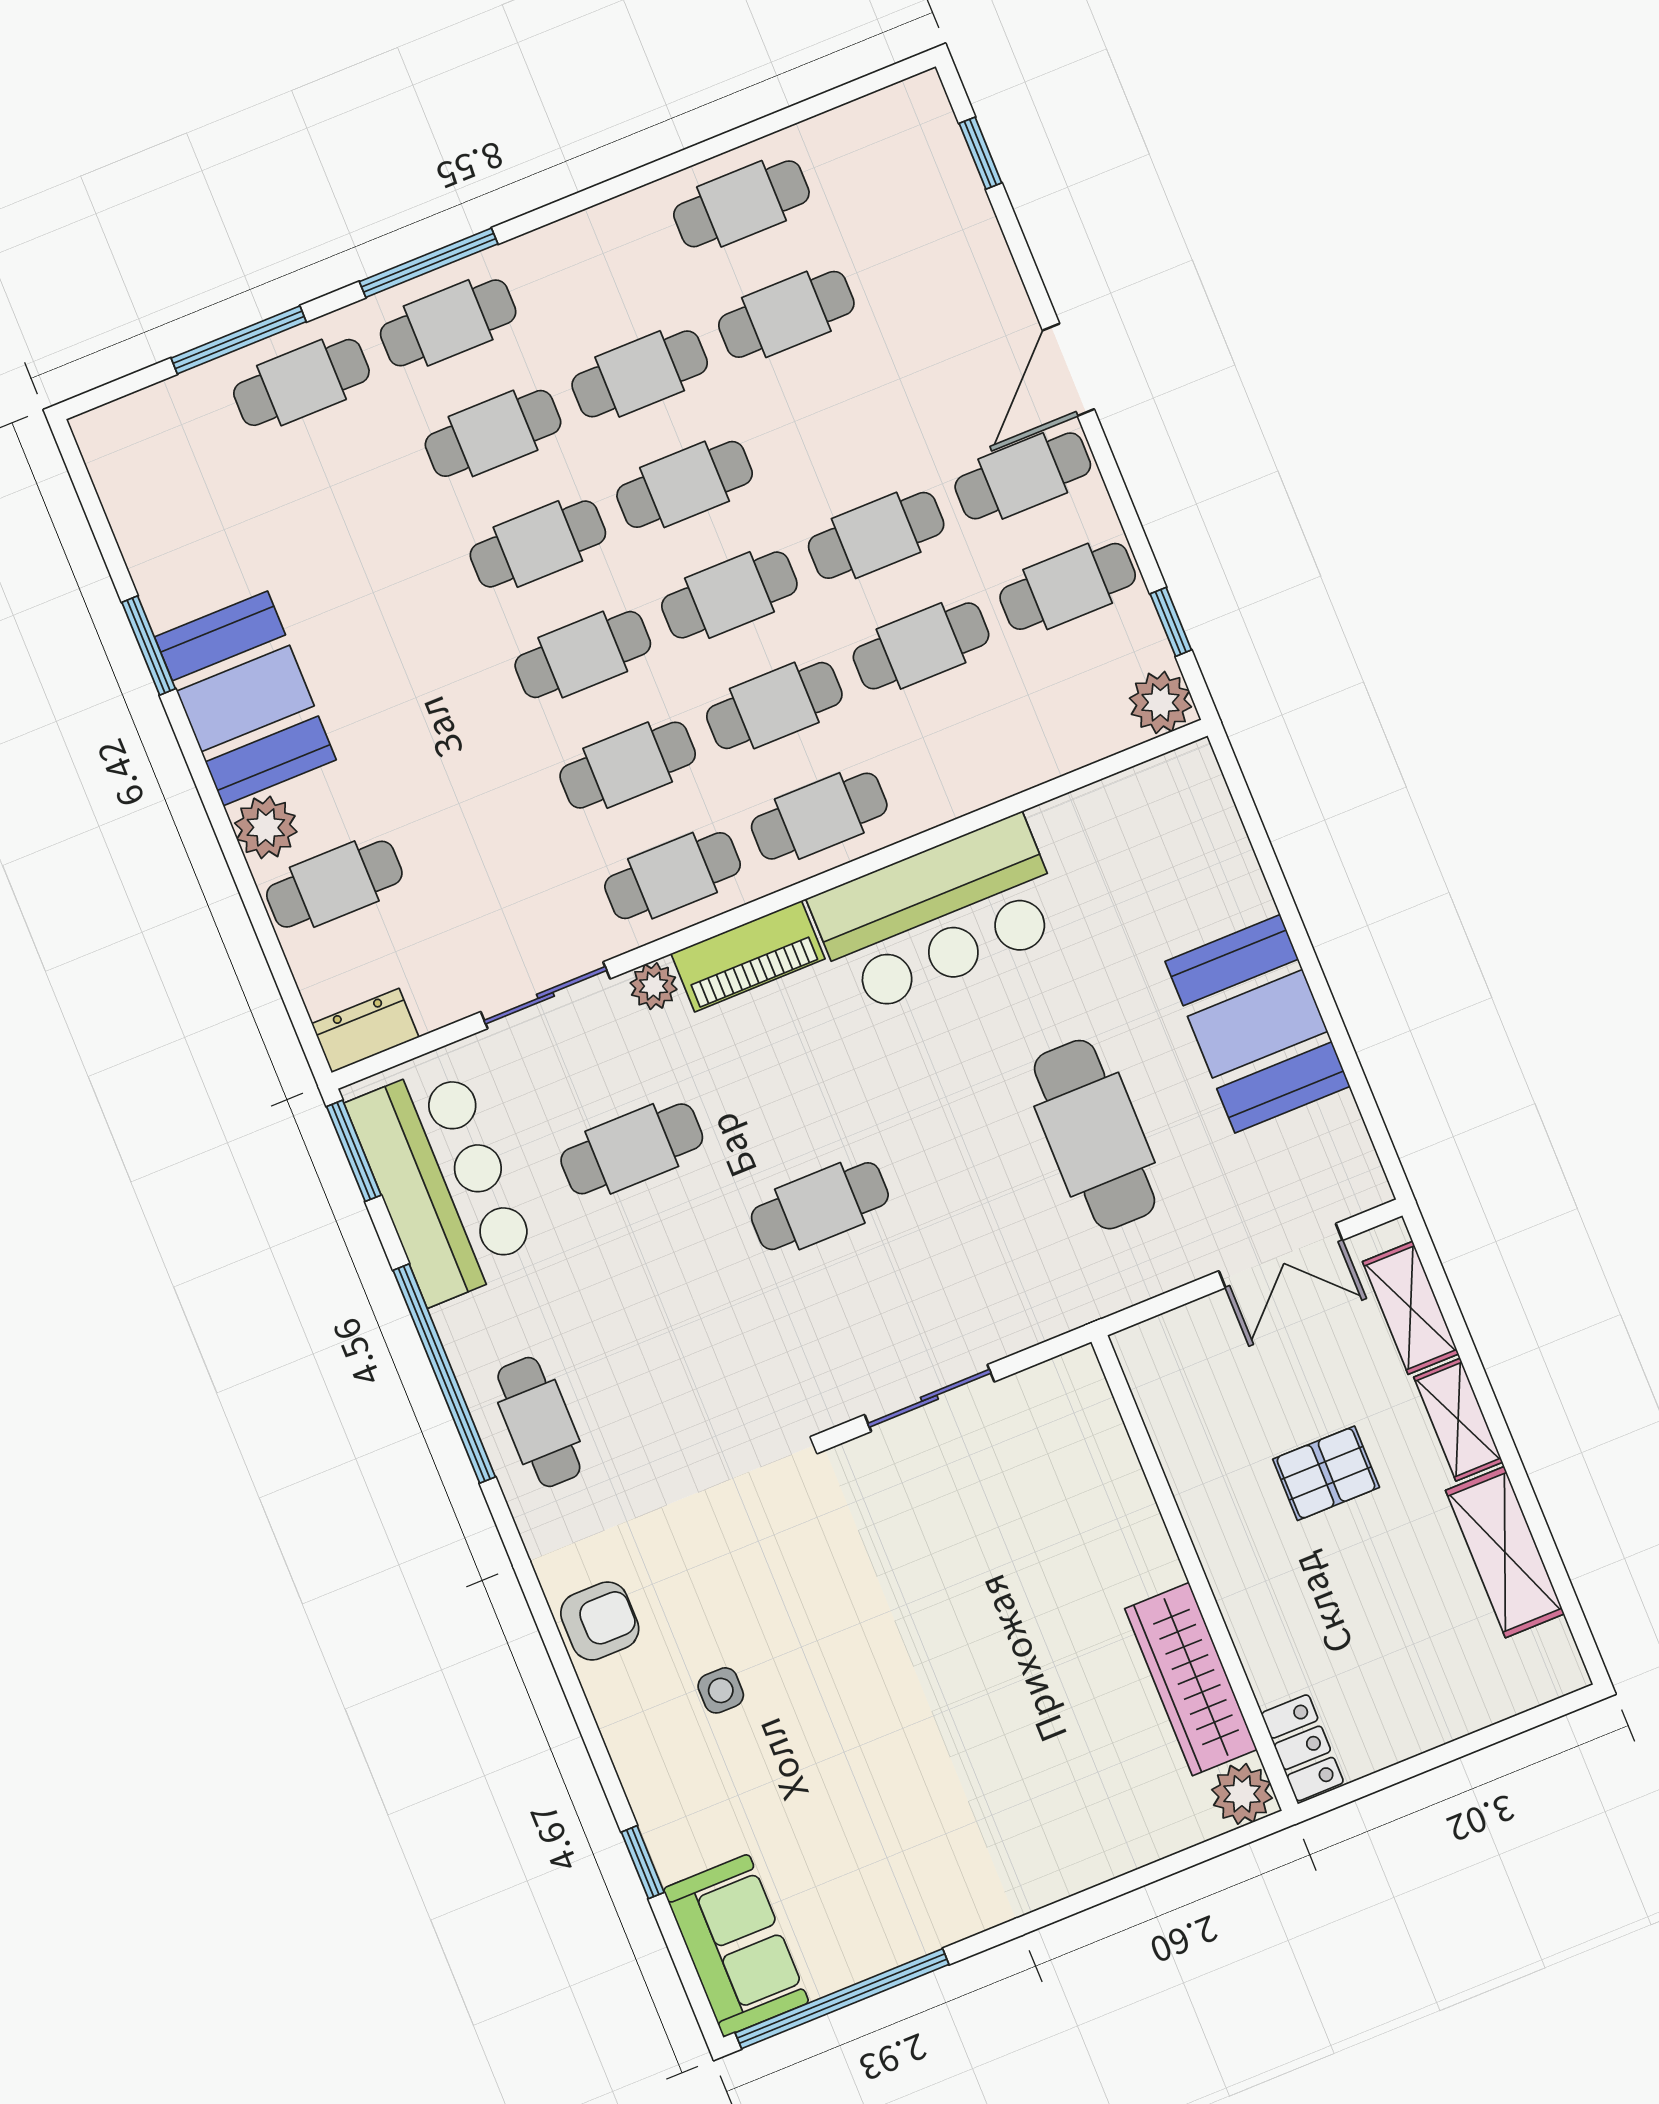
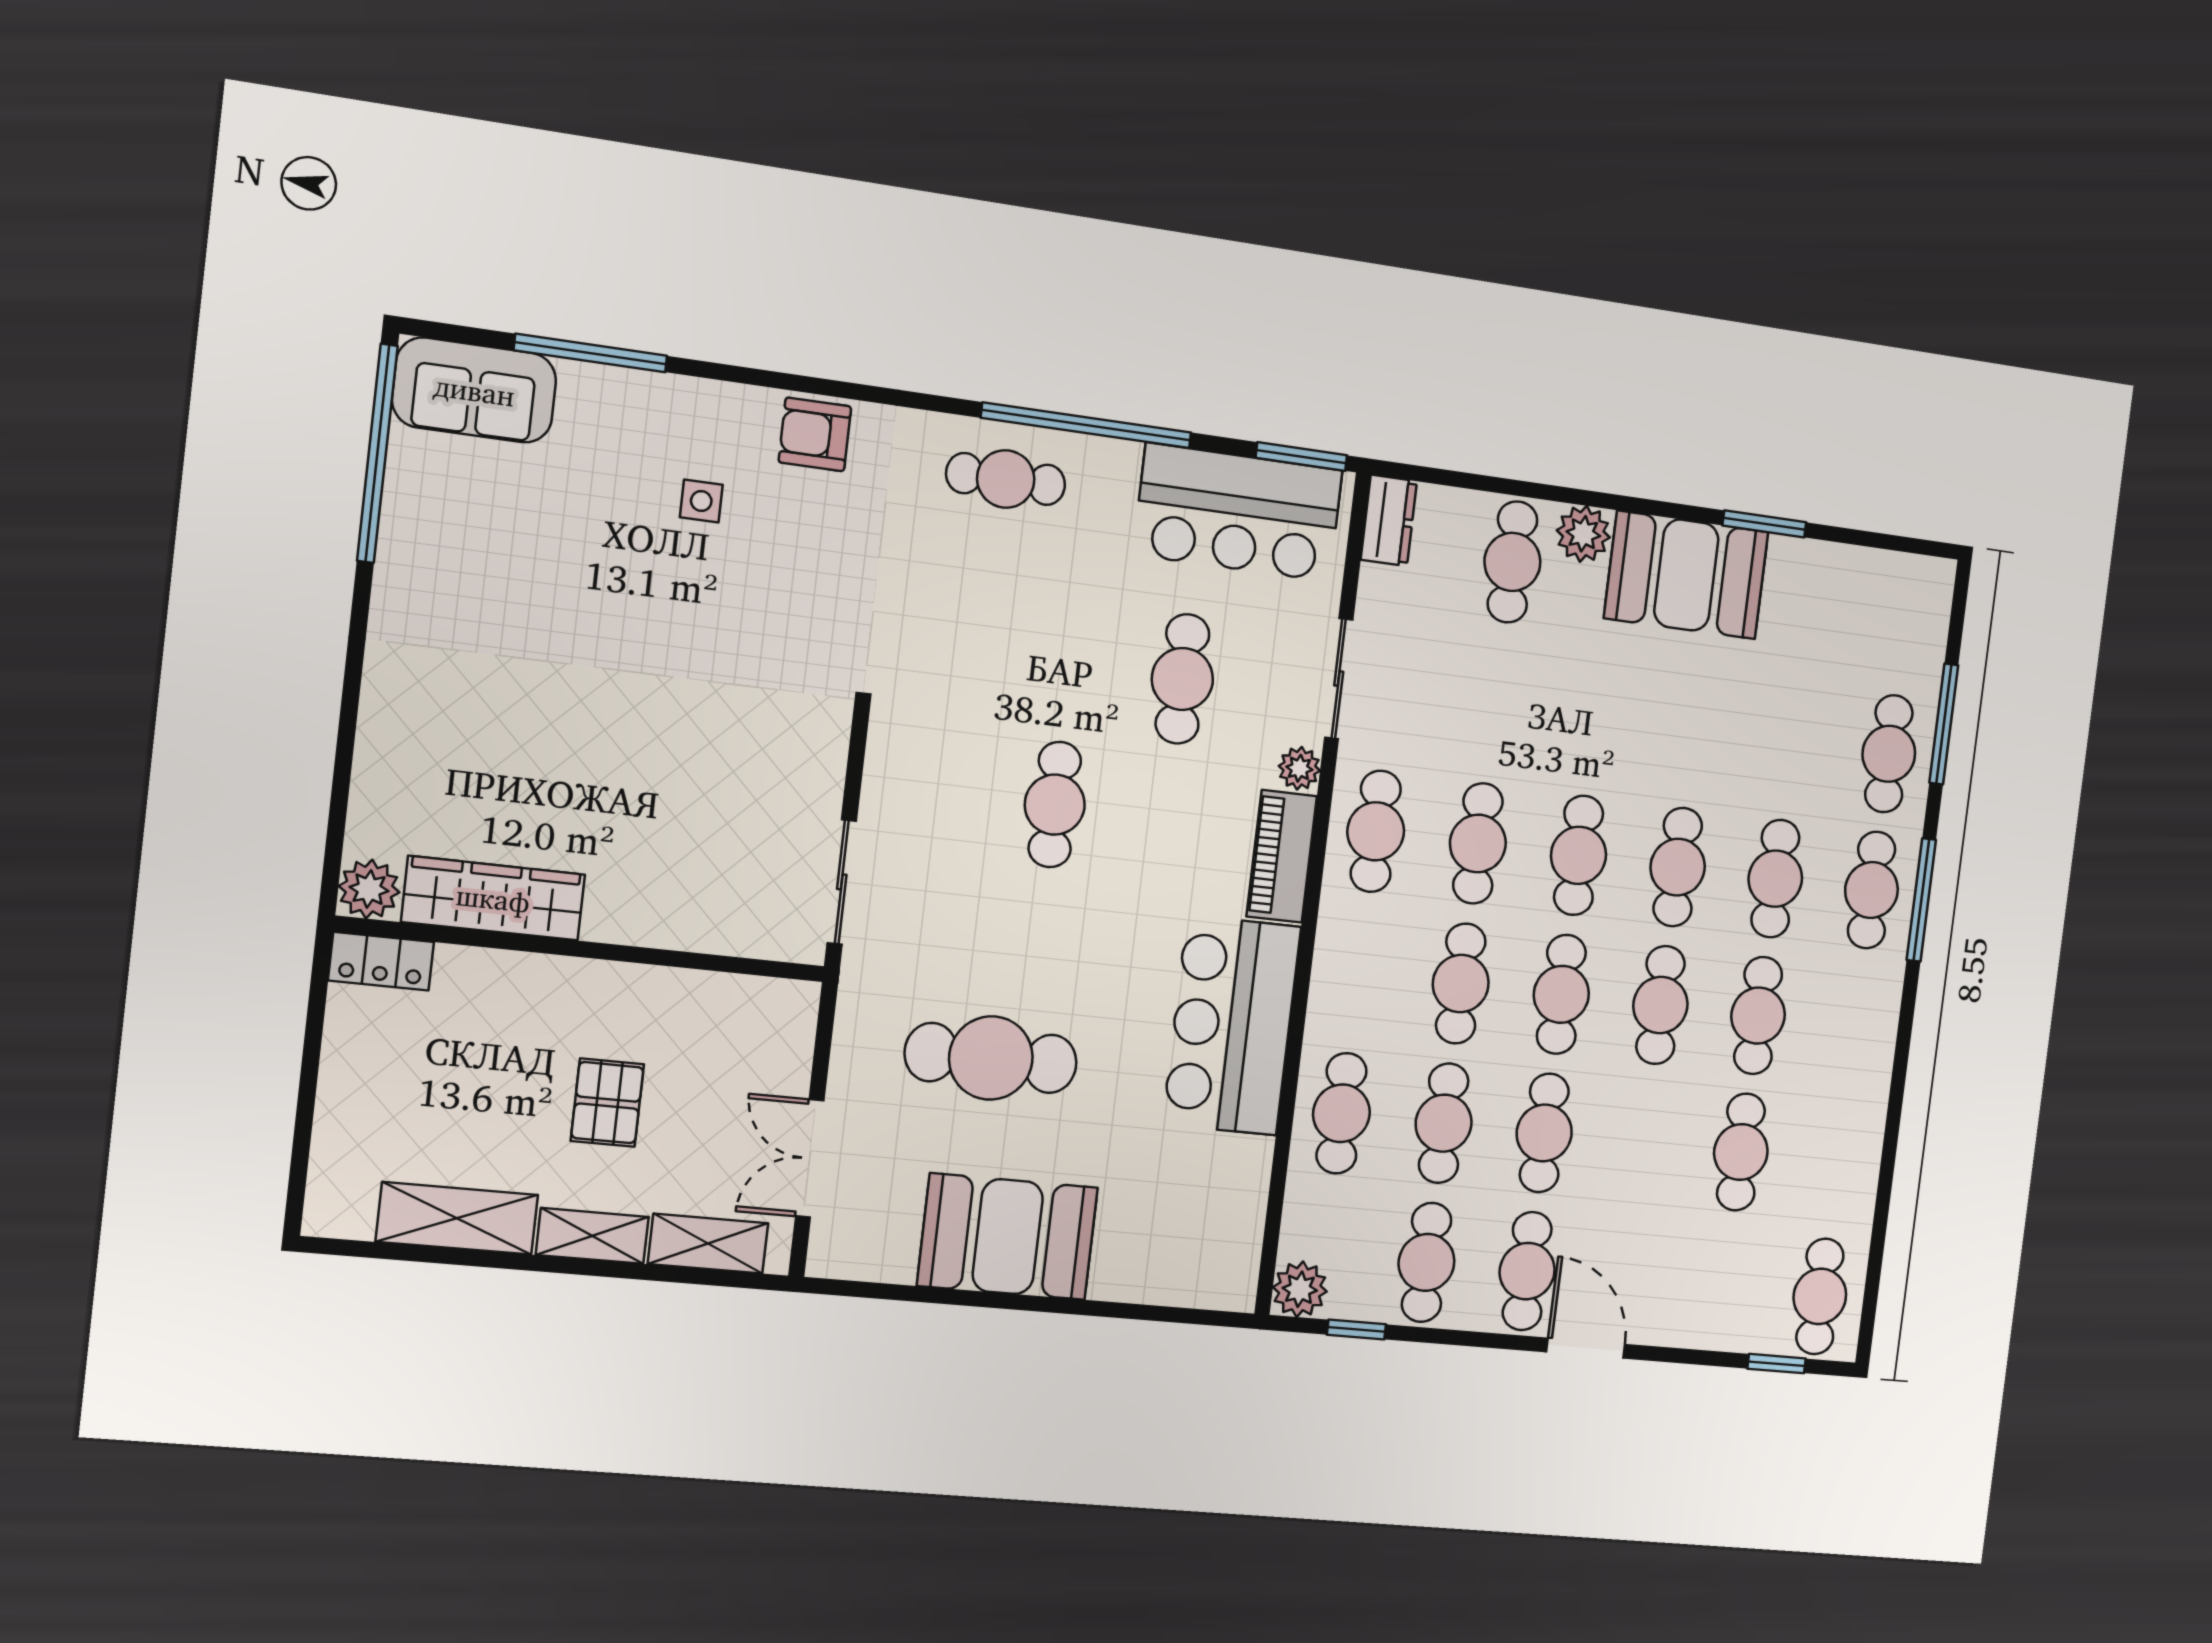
cafe table: (741, 204) -> (1820, 1296), moved
cafe table: (819, 816) -> (1341, 1113), moved
sliding door: (929, 1398) -> (842, 882), moved
armchair: (600, 1621) -> (815, 434), turned 90
window: (643, 1862) -> (591, 353), width x2.17

